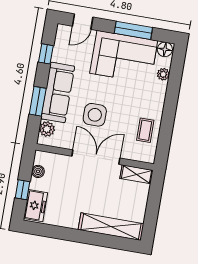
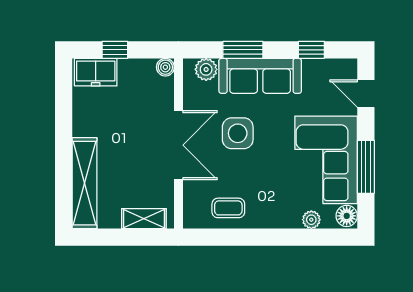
boiler: (38, 171) -> (165, 67), moved
shelving: (137, 174) -> (144, 219), moved, turned 90

